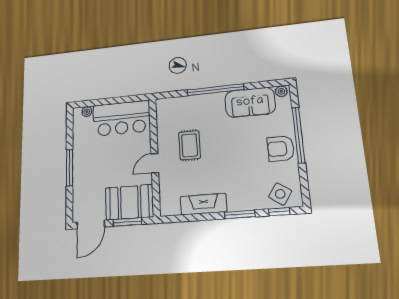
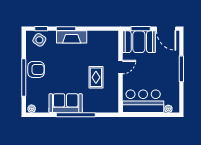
sofa: (250, 102) -> (66, 103), moved
fireplace: (204, 204) -> (72, 37), moved
door: (91, 224) -> (166, 29), swing flipped

